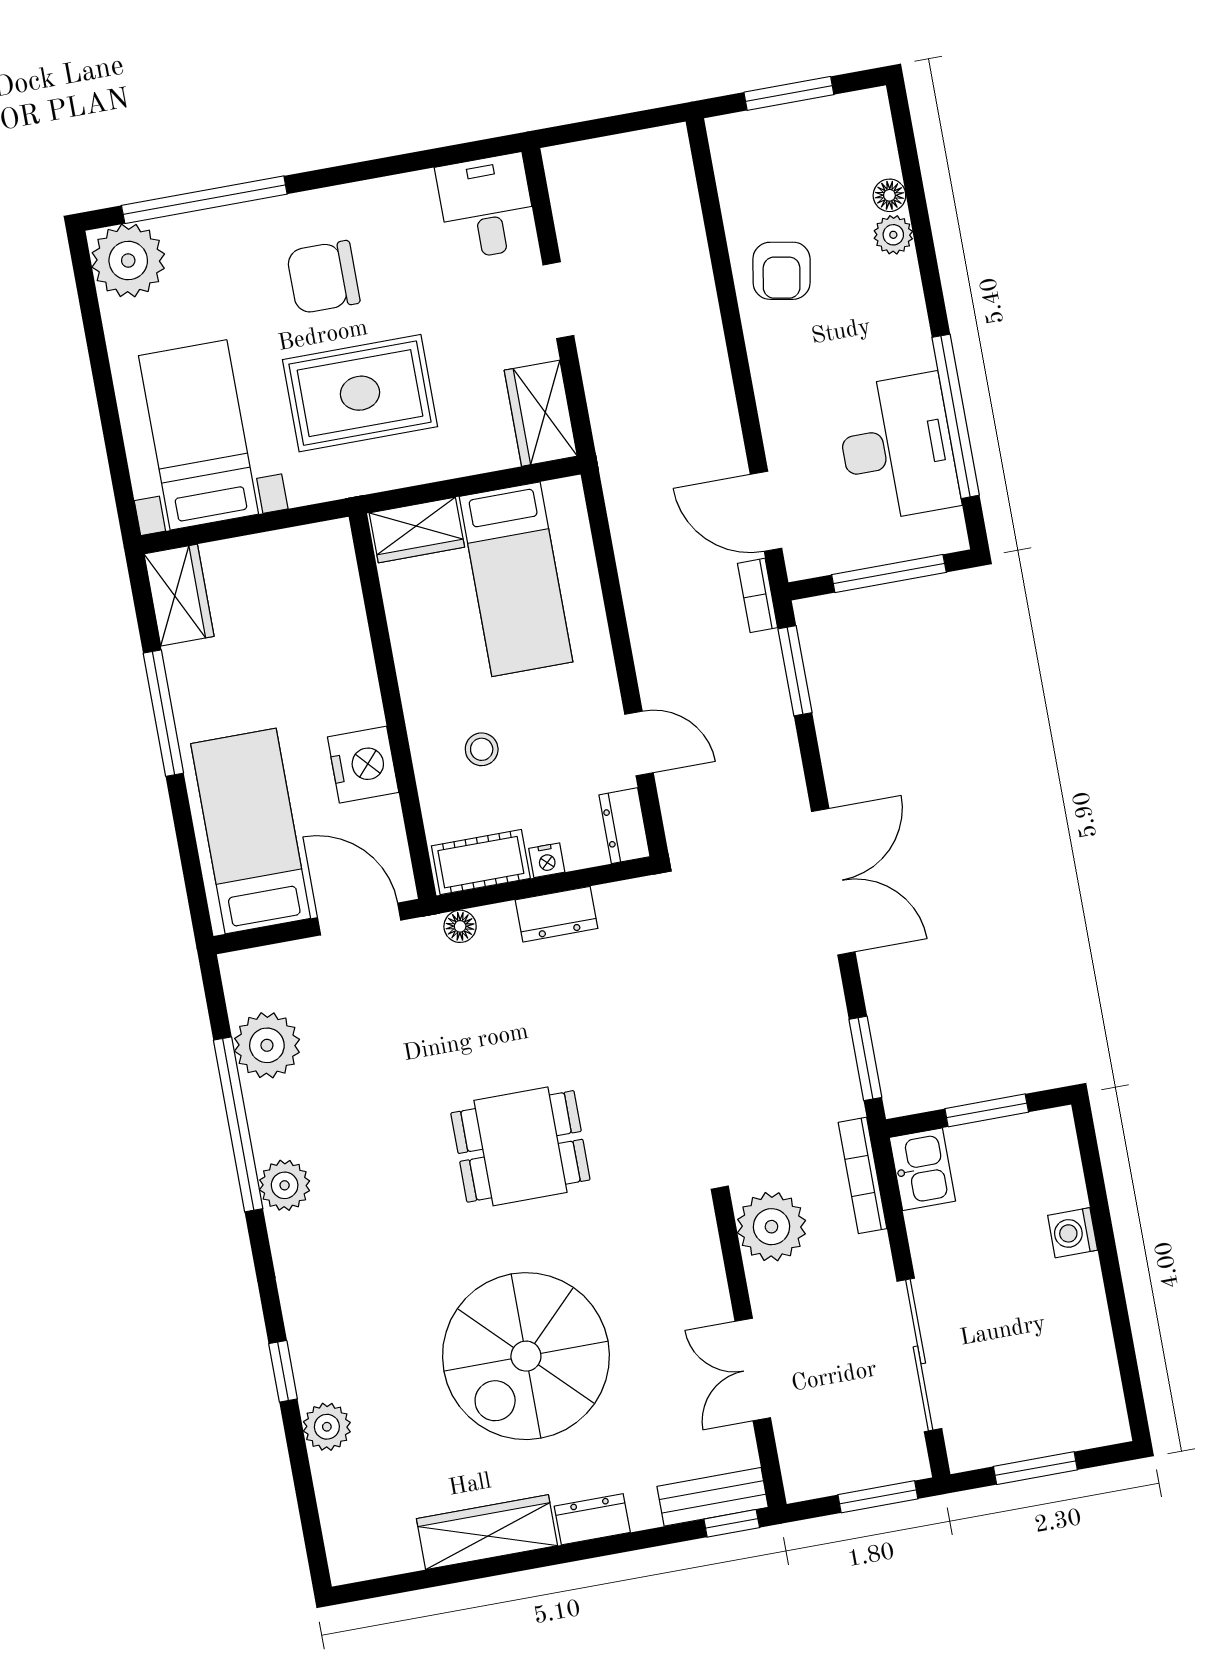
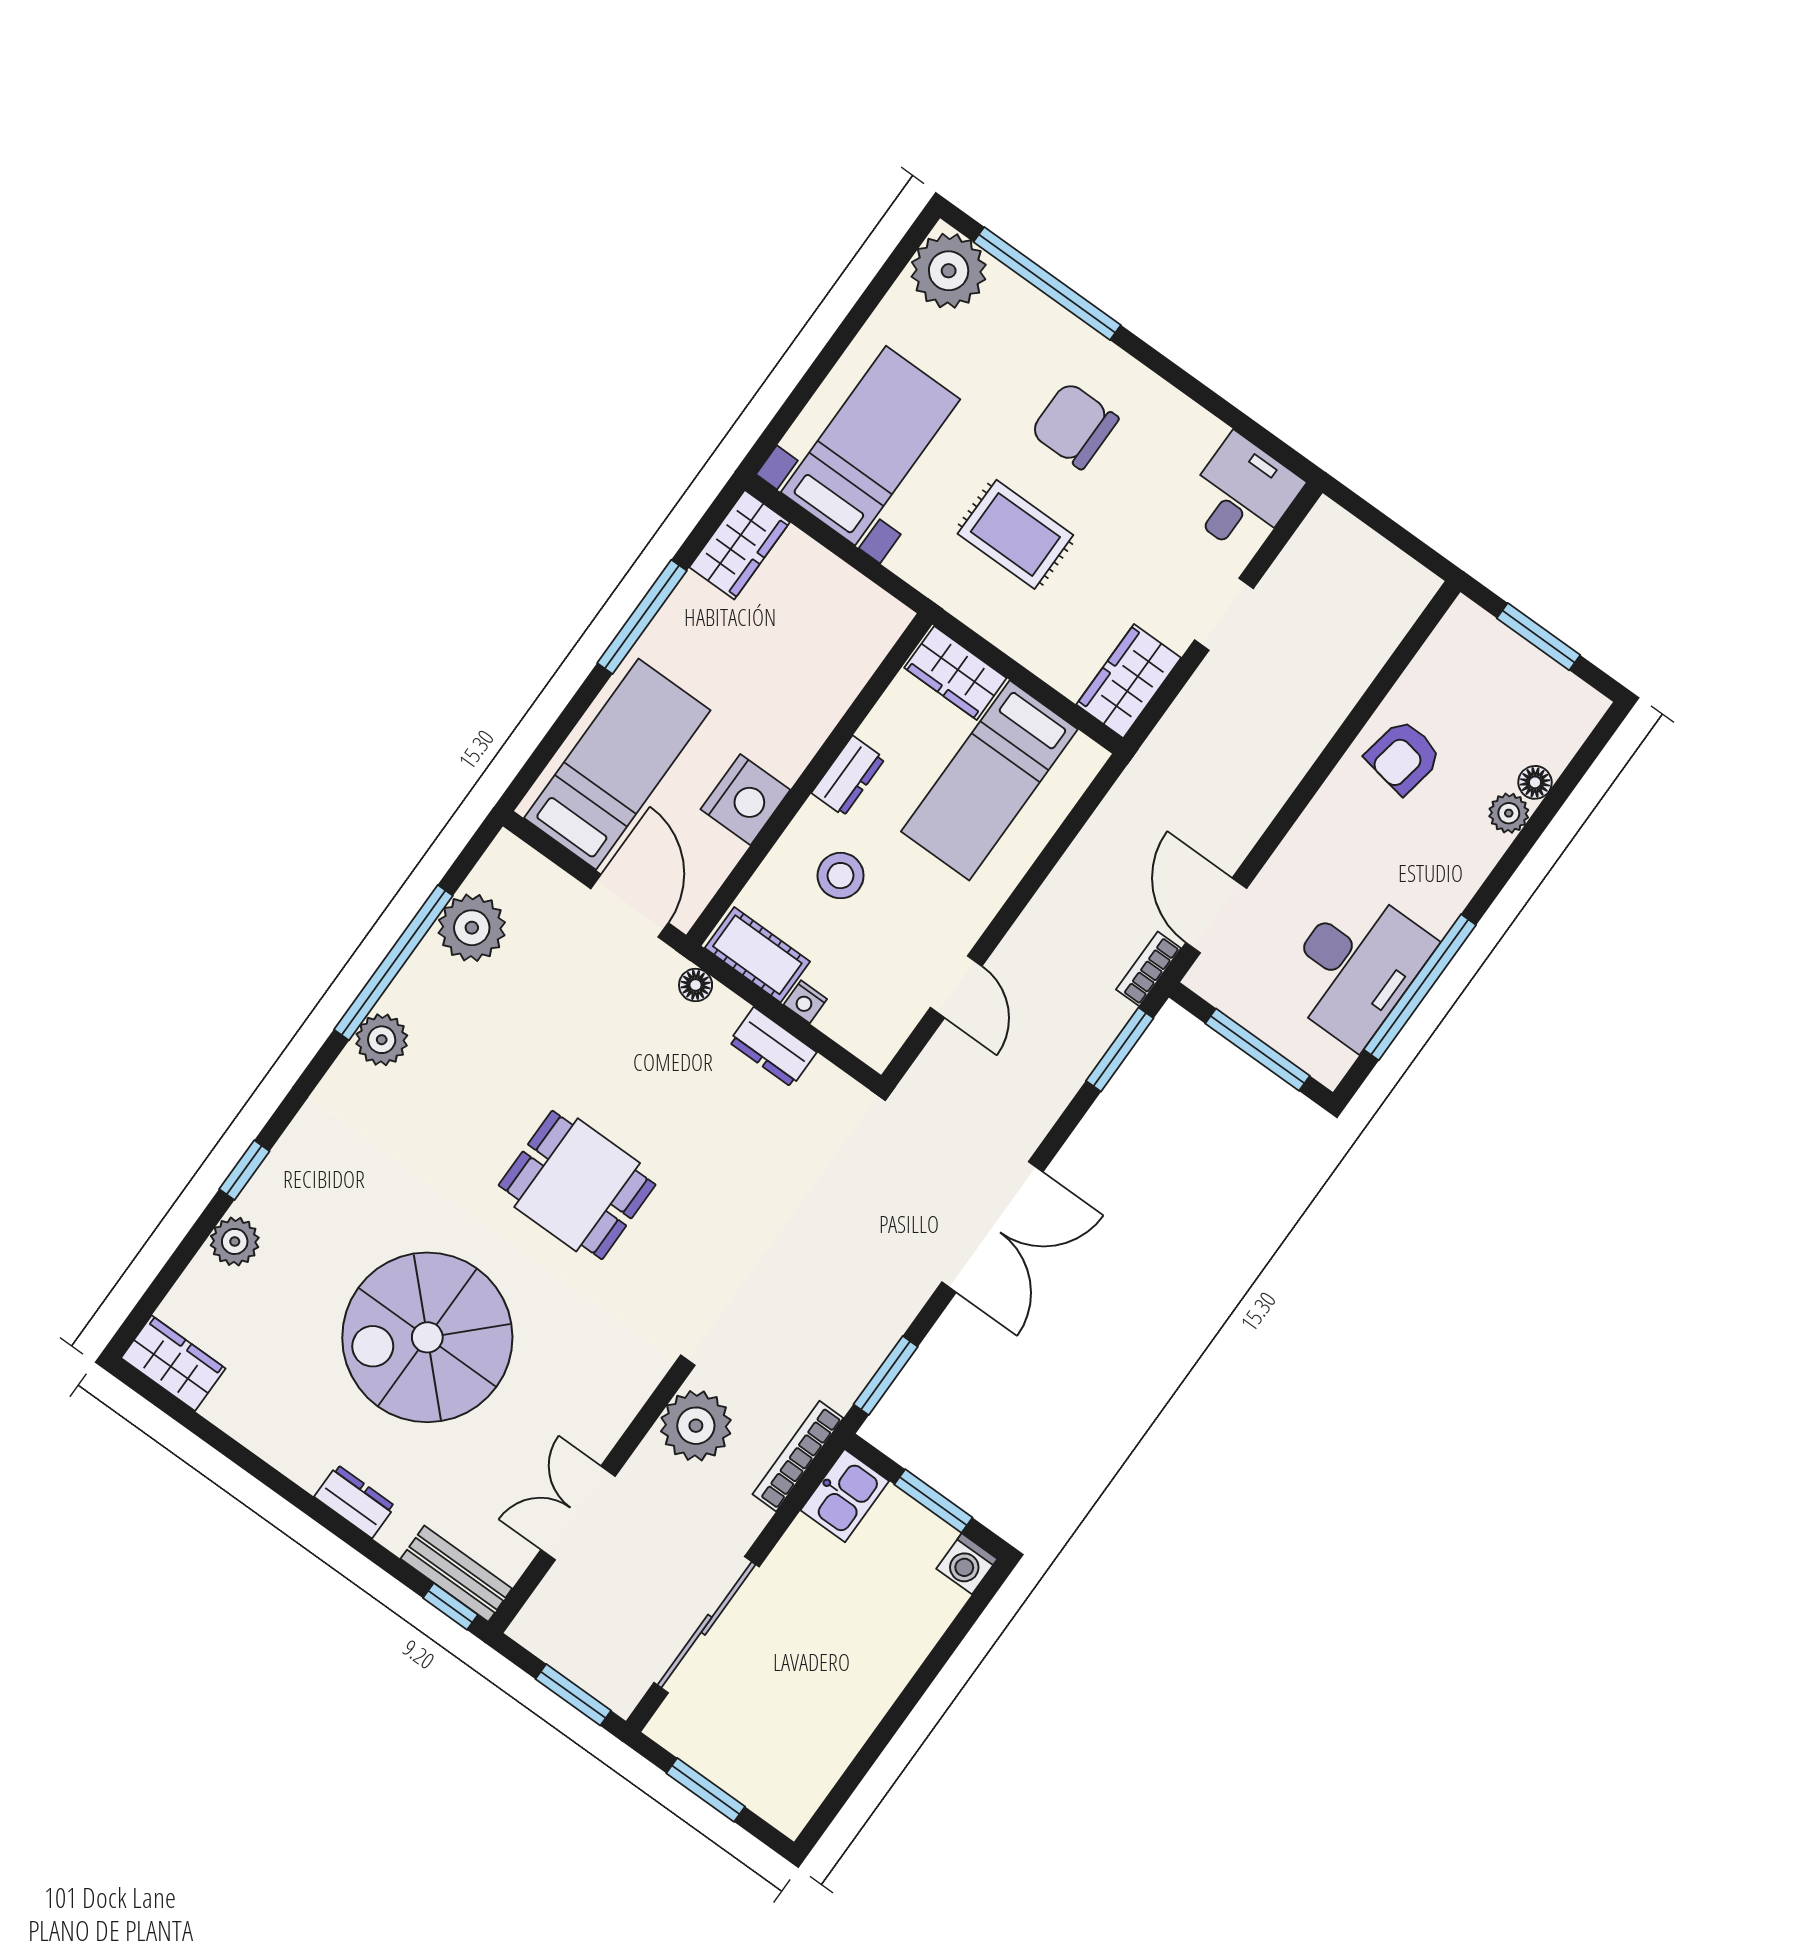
rug: (360, 393) -> (1015, 534), width x0.73, depth x0.70
stool: (482, 749) -> (841, 876), width x1.37, depth x1.37
dresser: (625, 826) -> (848, 776), moved, turned 180
washing machine: (1073, 1233) -> (967, 1564), moved, turned -90
wardrobe: (487, 1532) -> (173, 1363), moved, width x0.67

